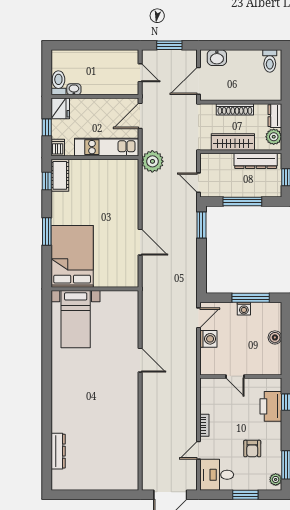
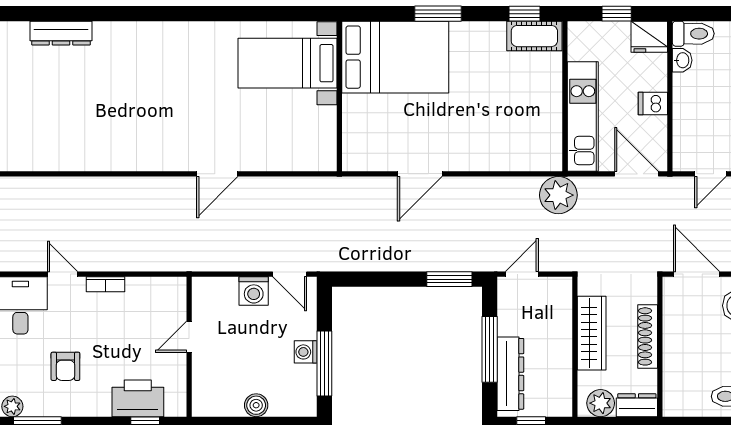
dishwasher: (58, 148) -> (653, 103), moved, turned 180
dresser: (256, 161) -> (510, 374), moved, turned 180
armchair: (252, 449) -> (65, 366), turned -90

